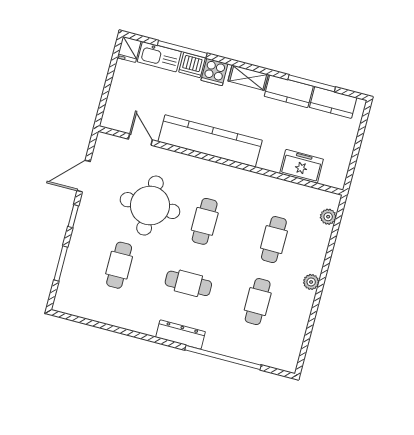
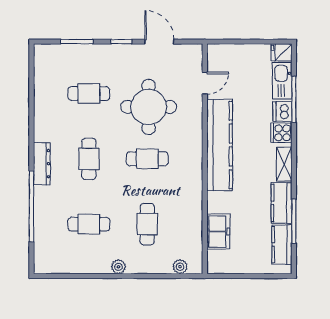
cafe table: (274, 240) -> (147, 224), turned 90

